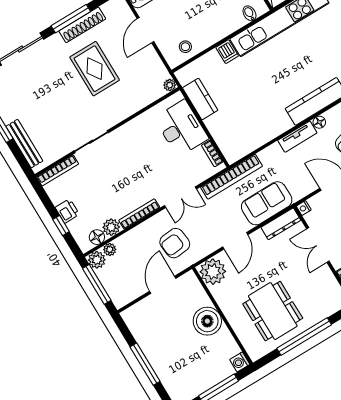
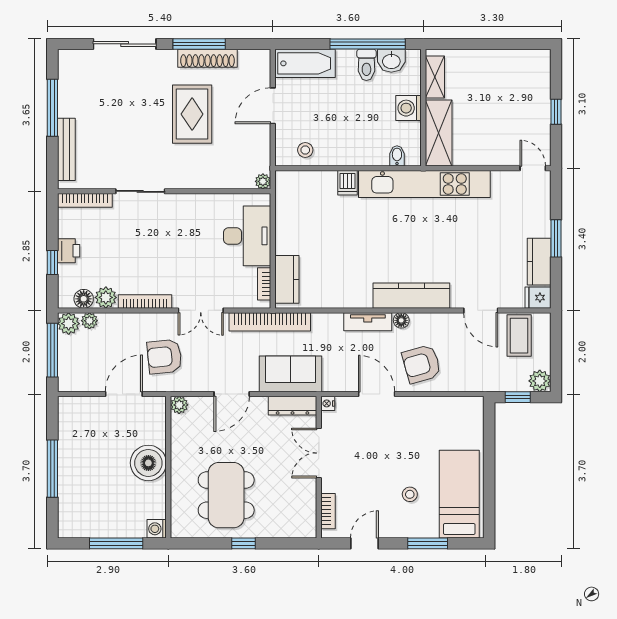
kitchen counter: (200, 99) -> (287, 279), moved
plant: (213, 272) -> (179, 405), width x0.53, depth x0.53
window: (304, 337) -> (244, 543), width x0.32

